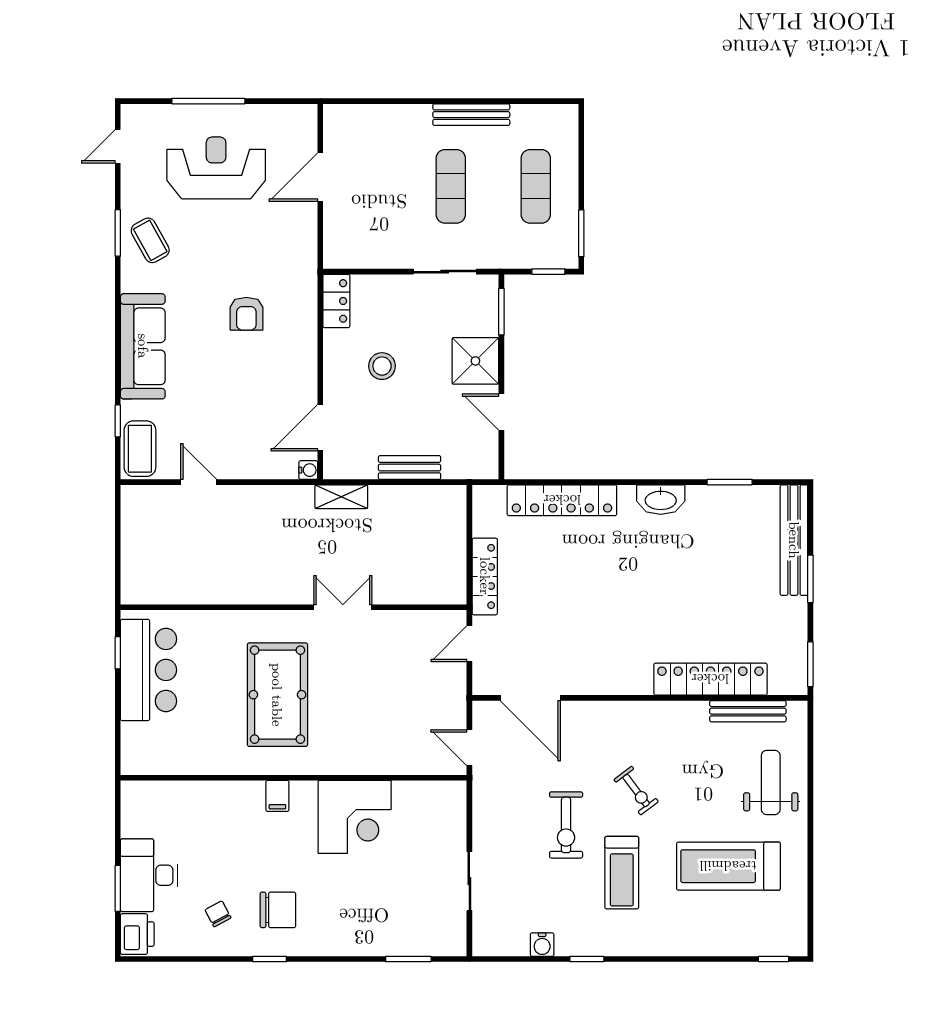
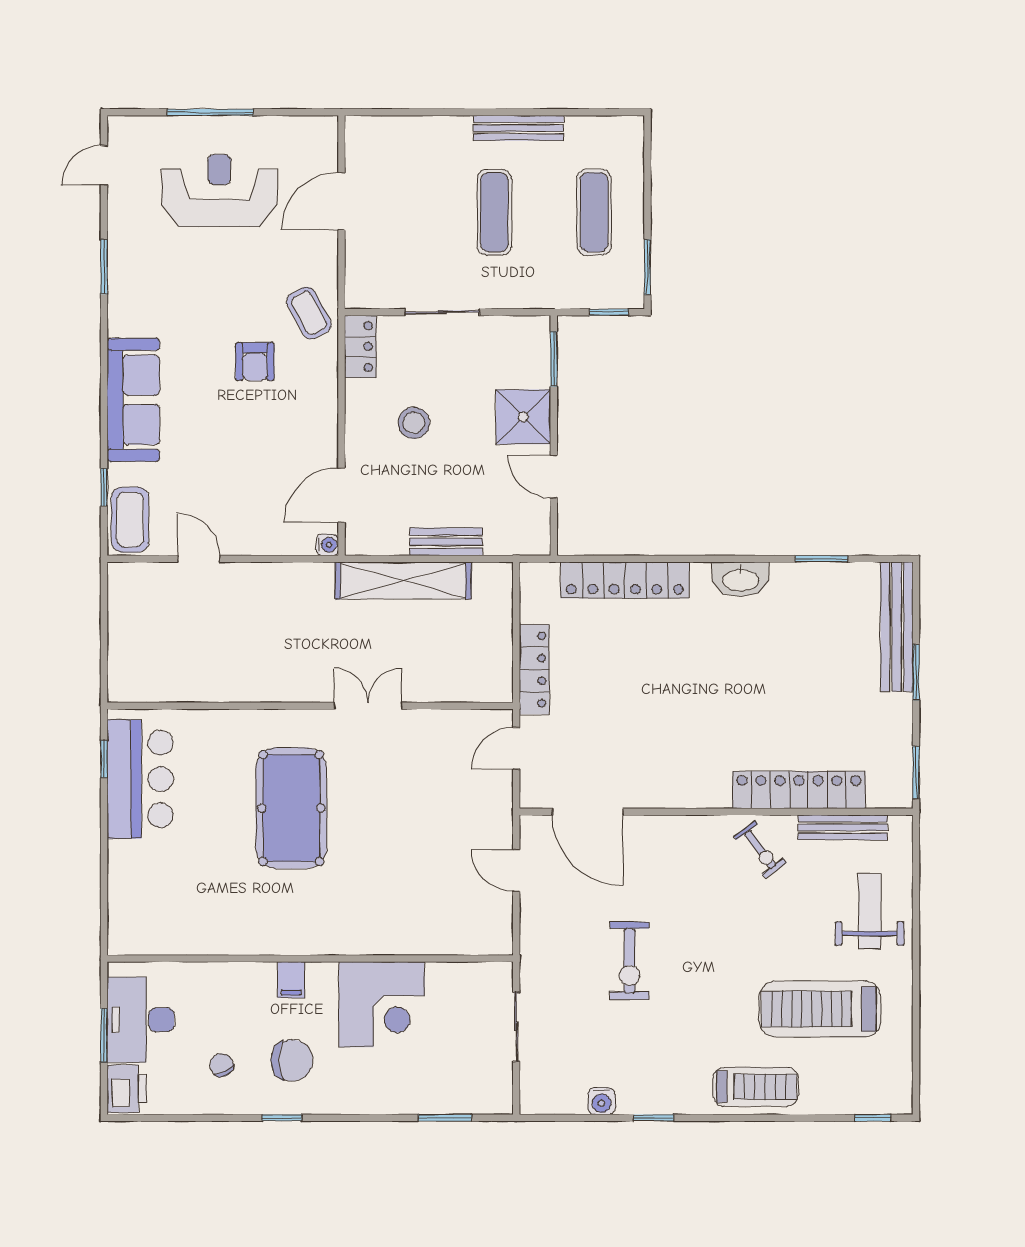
coffee table: (150, 240) -> (309, 313), moved
sliding door: (445, 272) -> (442, 312), moved
shelving: (341, 497) -> (403, 581), width x2.20, depth x1.33
wall: (294, 778) -> (310, 959), moved
exercise bike: (636, 791) -> (760, 850), moved
filing cabinet: (277, 796) -> (291, 980), moved
corner desk: (355, 817) -> (382, 1004), moved
treadmill: (622, 873) -> (756, 1087), moved, turned -90

